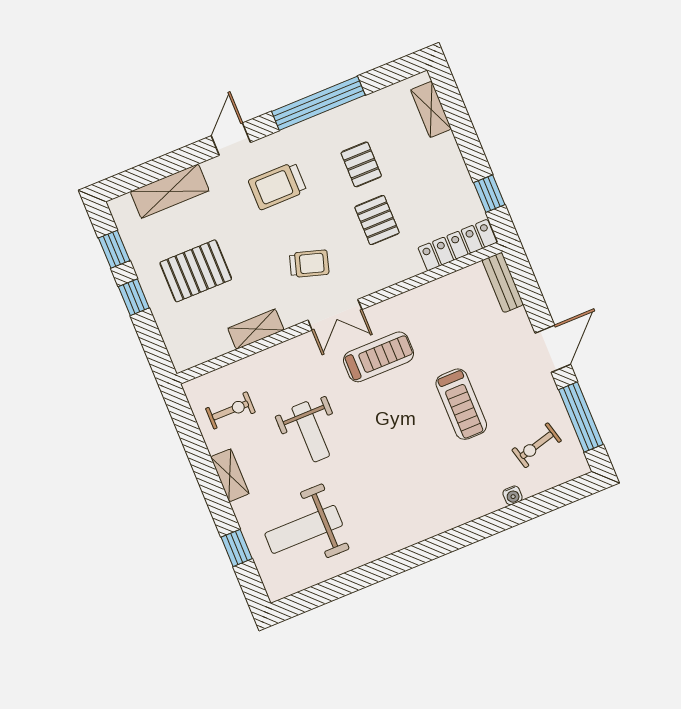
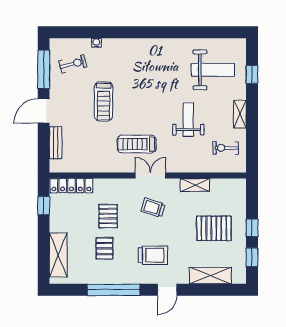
shelving: (431, 109) -> (58, 255), width x1.50, depth x1.33
bench: (503, 282) -> (56, 143), moved
treadmill: (461, 404) -> (104, 102), turned 180

